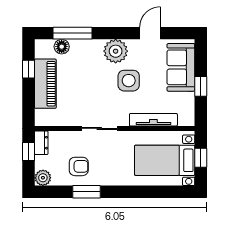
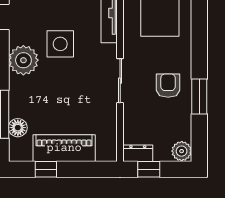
armchair: (79, 166) -> (168, 86), moved

